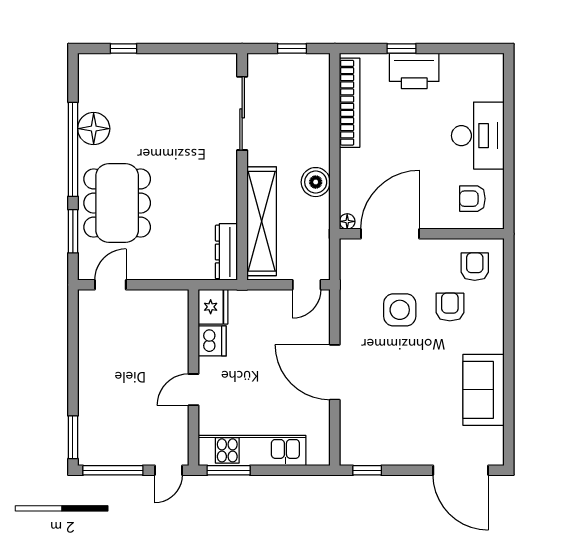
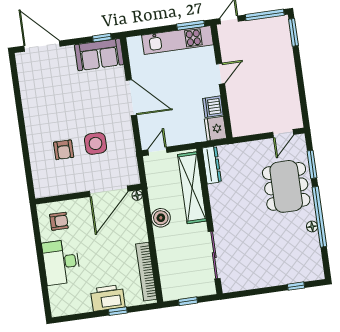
floor lamp: (94, 129) -> (312, 227), width x0.53, depth x0.53
armchair: (475, 267) -> (51, 178), removed
sofa: (483, 390) -> (99, 55), moved, turned 90

